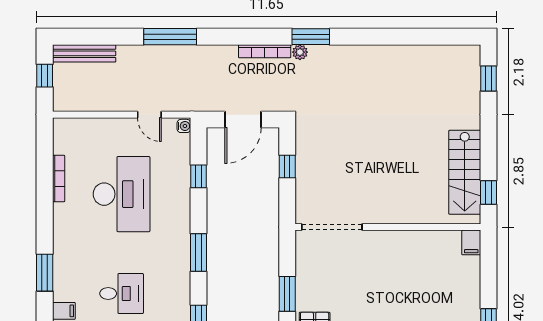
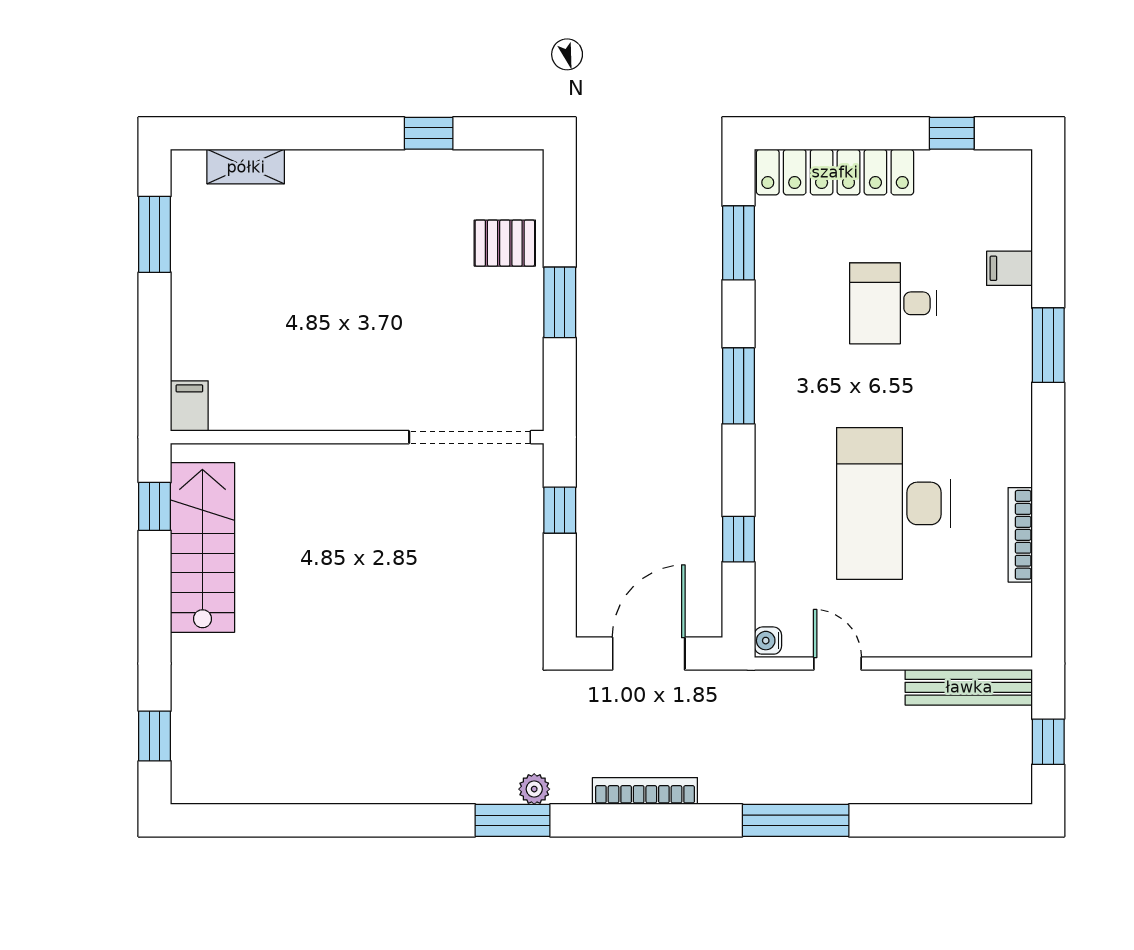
bookcase: (265, 51) -> (645, 791), moved
bench: (84, 53) -> (969, 687), moved
window: (287, 166) -> (560, 510), moved

